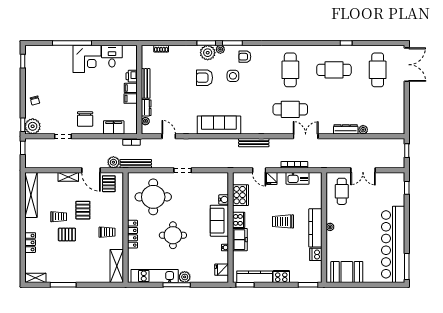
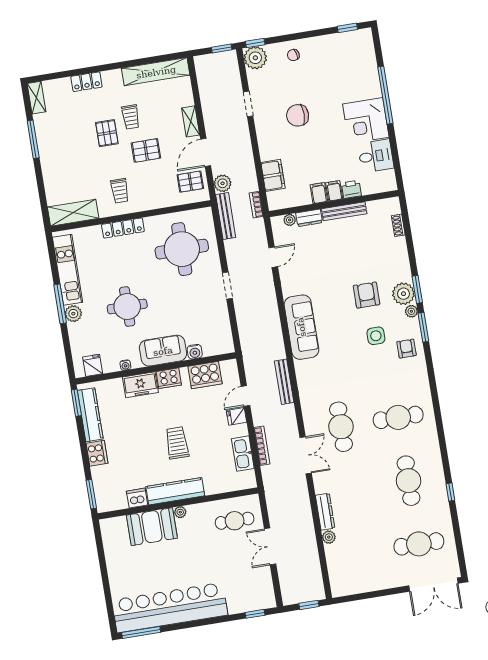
chair: (85, 119) -> (298, 115), moved
round table: (173, 235) -> (127, 307), moved
booth: (347, 272) -> (152, 527), moved, turned 90

